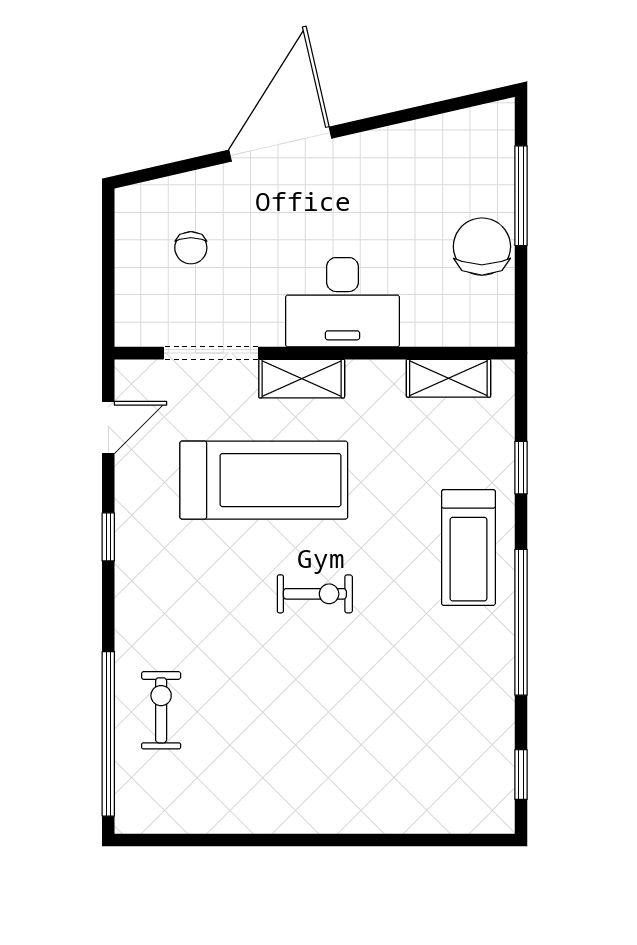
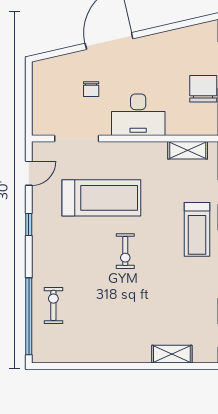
chair: (191, 248) -> (91, 89), moved
shelving: (302, 379) -> (172, 354), moved
exercise bike: (315, 594) -> (125, 251), turned 90

